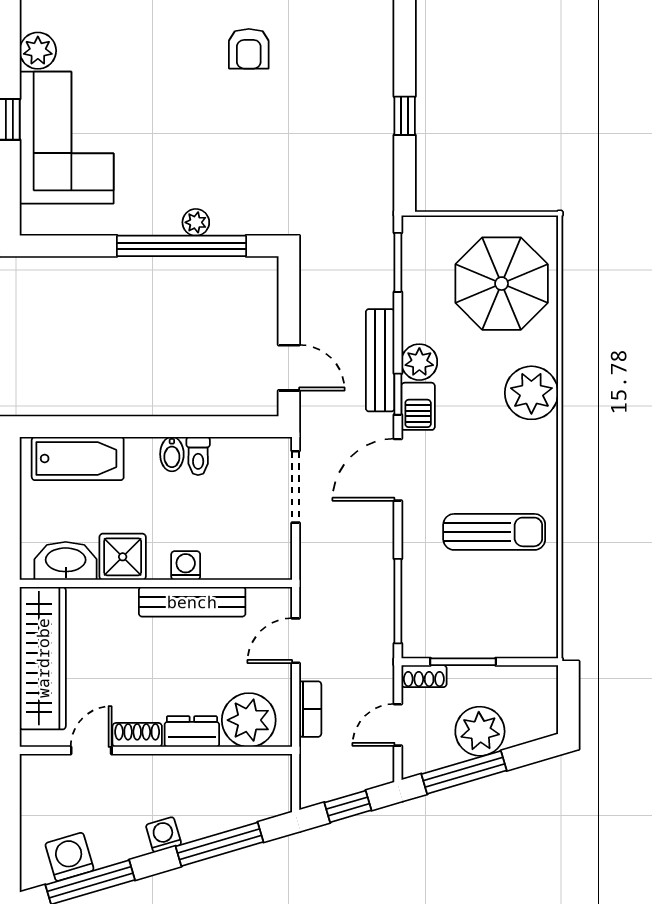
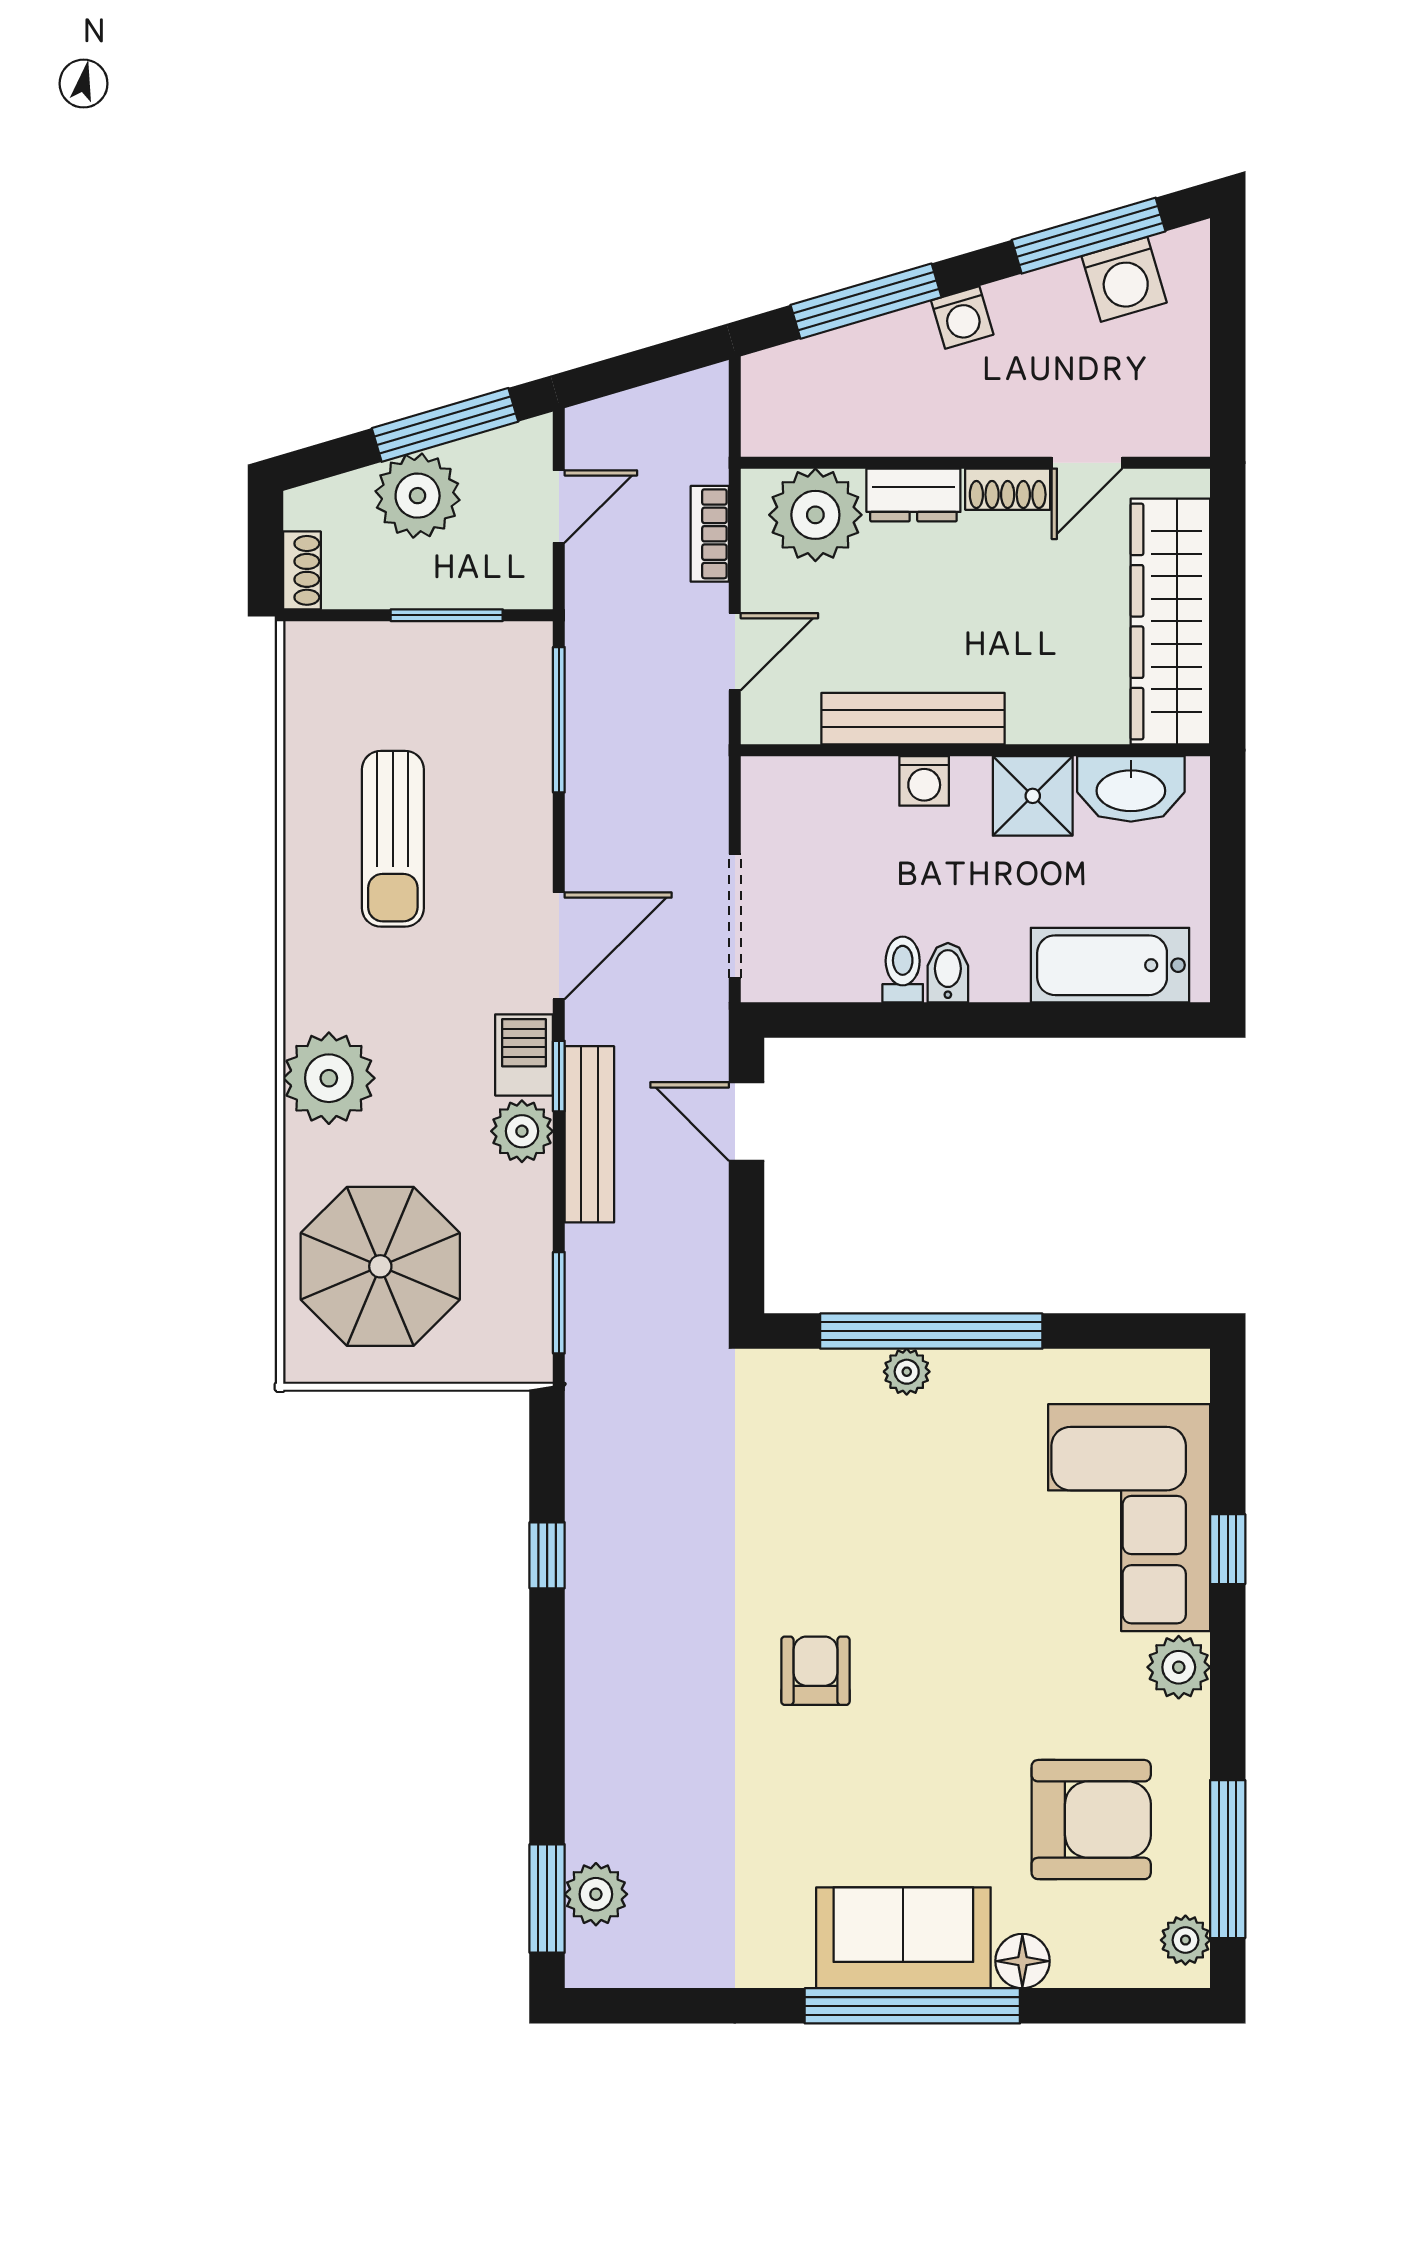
sun lounger: (494, 532) -> (393, 839), turned -90
shoe rack: (424, 676) -> (302, 570), moved, turned 90
window: (348, 806) -> (645, 366), removed

